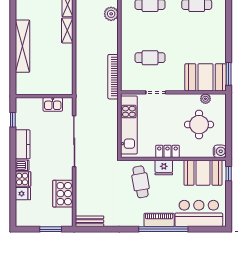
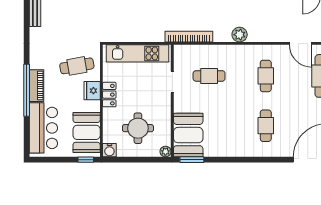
plant: (111, 14) -> (240, 35), moved
cafe table: (150, 58) -> (209, 76), turned 90
plant: (205, 99) -> (165, 152), moved

